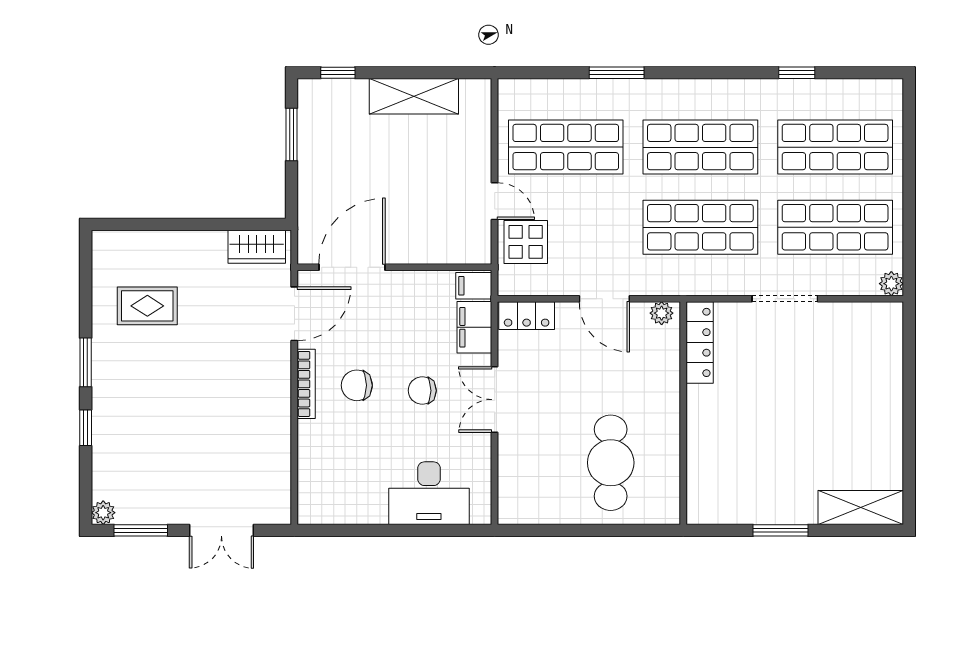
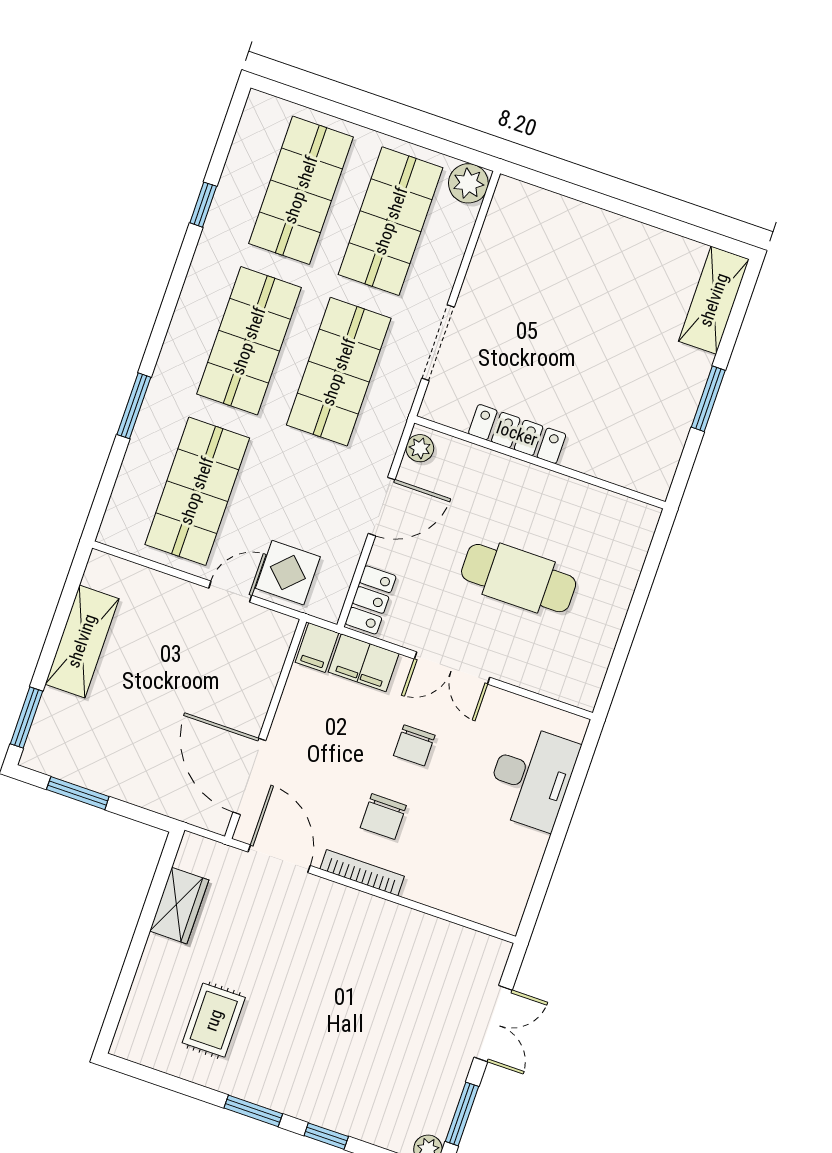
window: (338, 73) -> (27, 718), width x1.50
wardrobe: (257, 247) -> (179, 906), moved
plant: (891, 284) -> (468, 183), width x1.38, depth x1.38
doorway: (785, 299) -> (438, 343), moved
locker: (700, 342) -> (517, 434), moved
cafe table: (611, 463) -> (519, 578), moved

